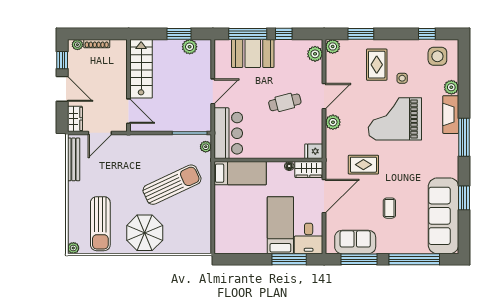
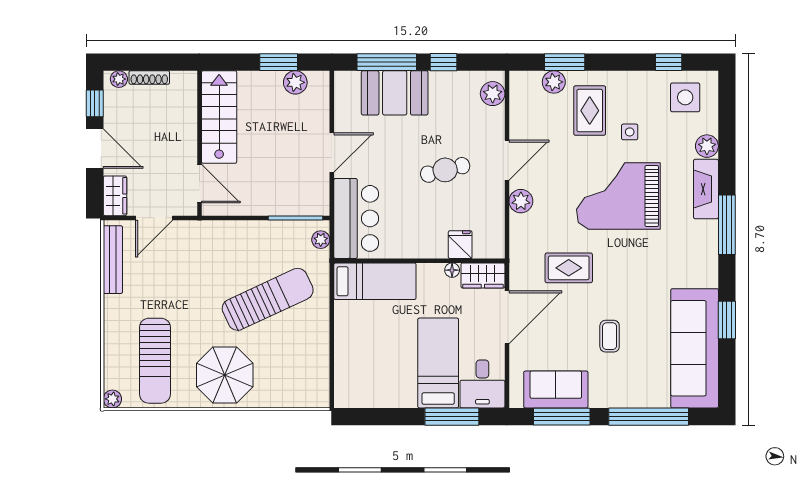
plant: (333, 46) -> (554, 82), moved
fridge: (314, 151) -> (460, 245), moved, turned 90

